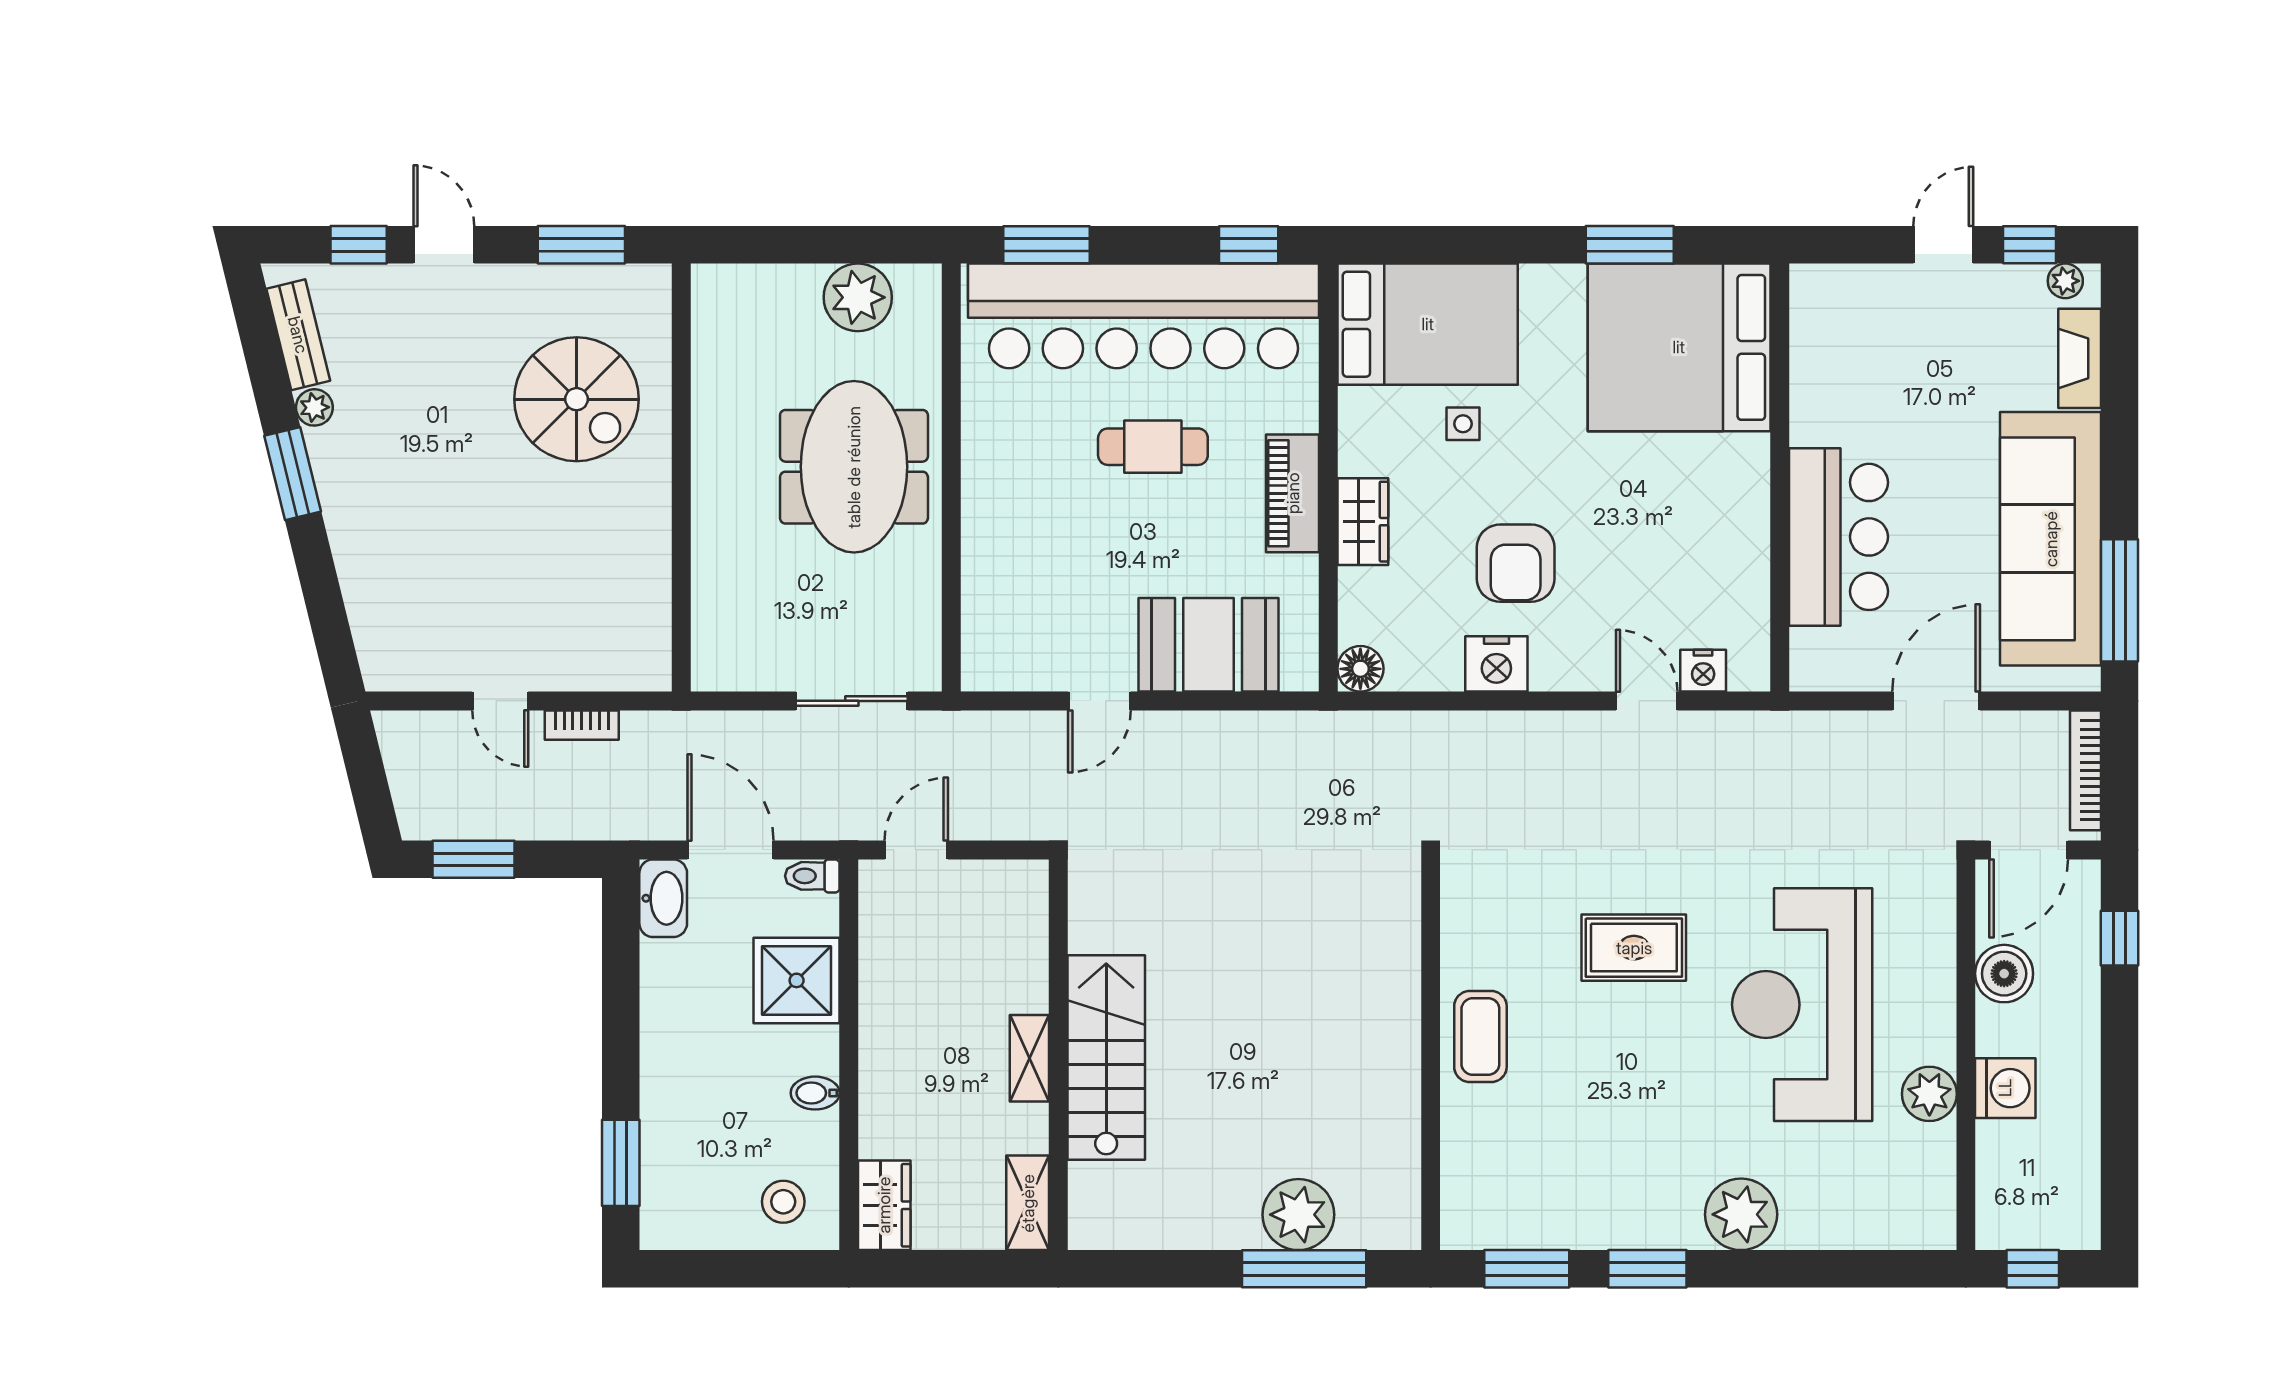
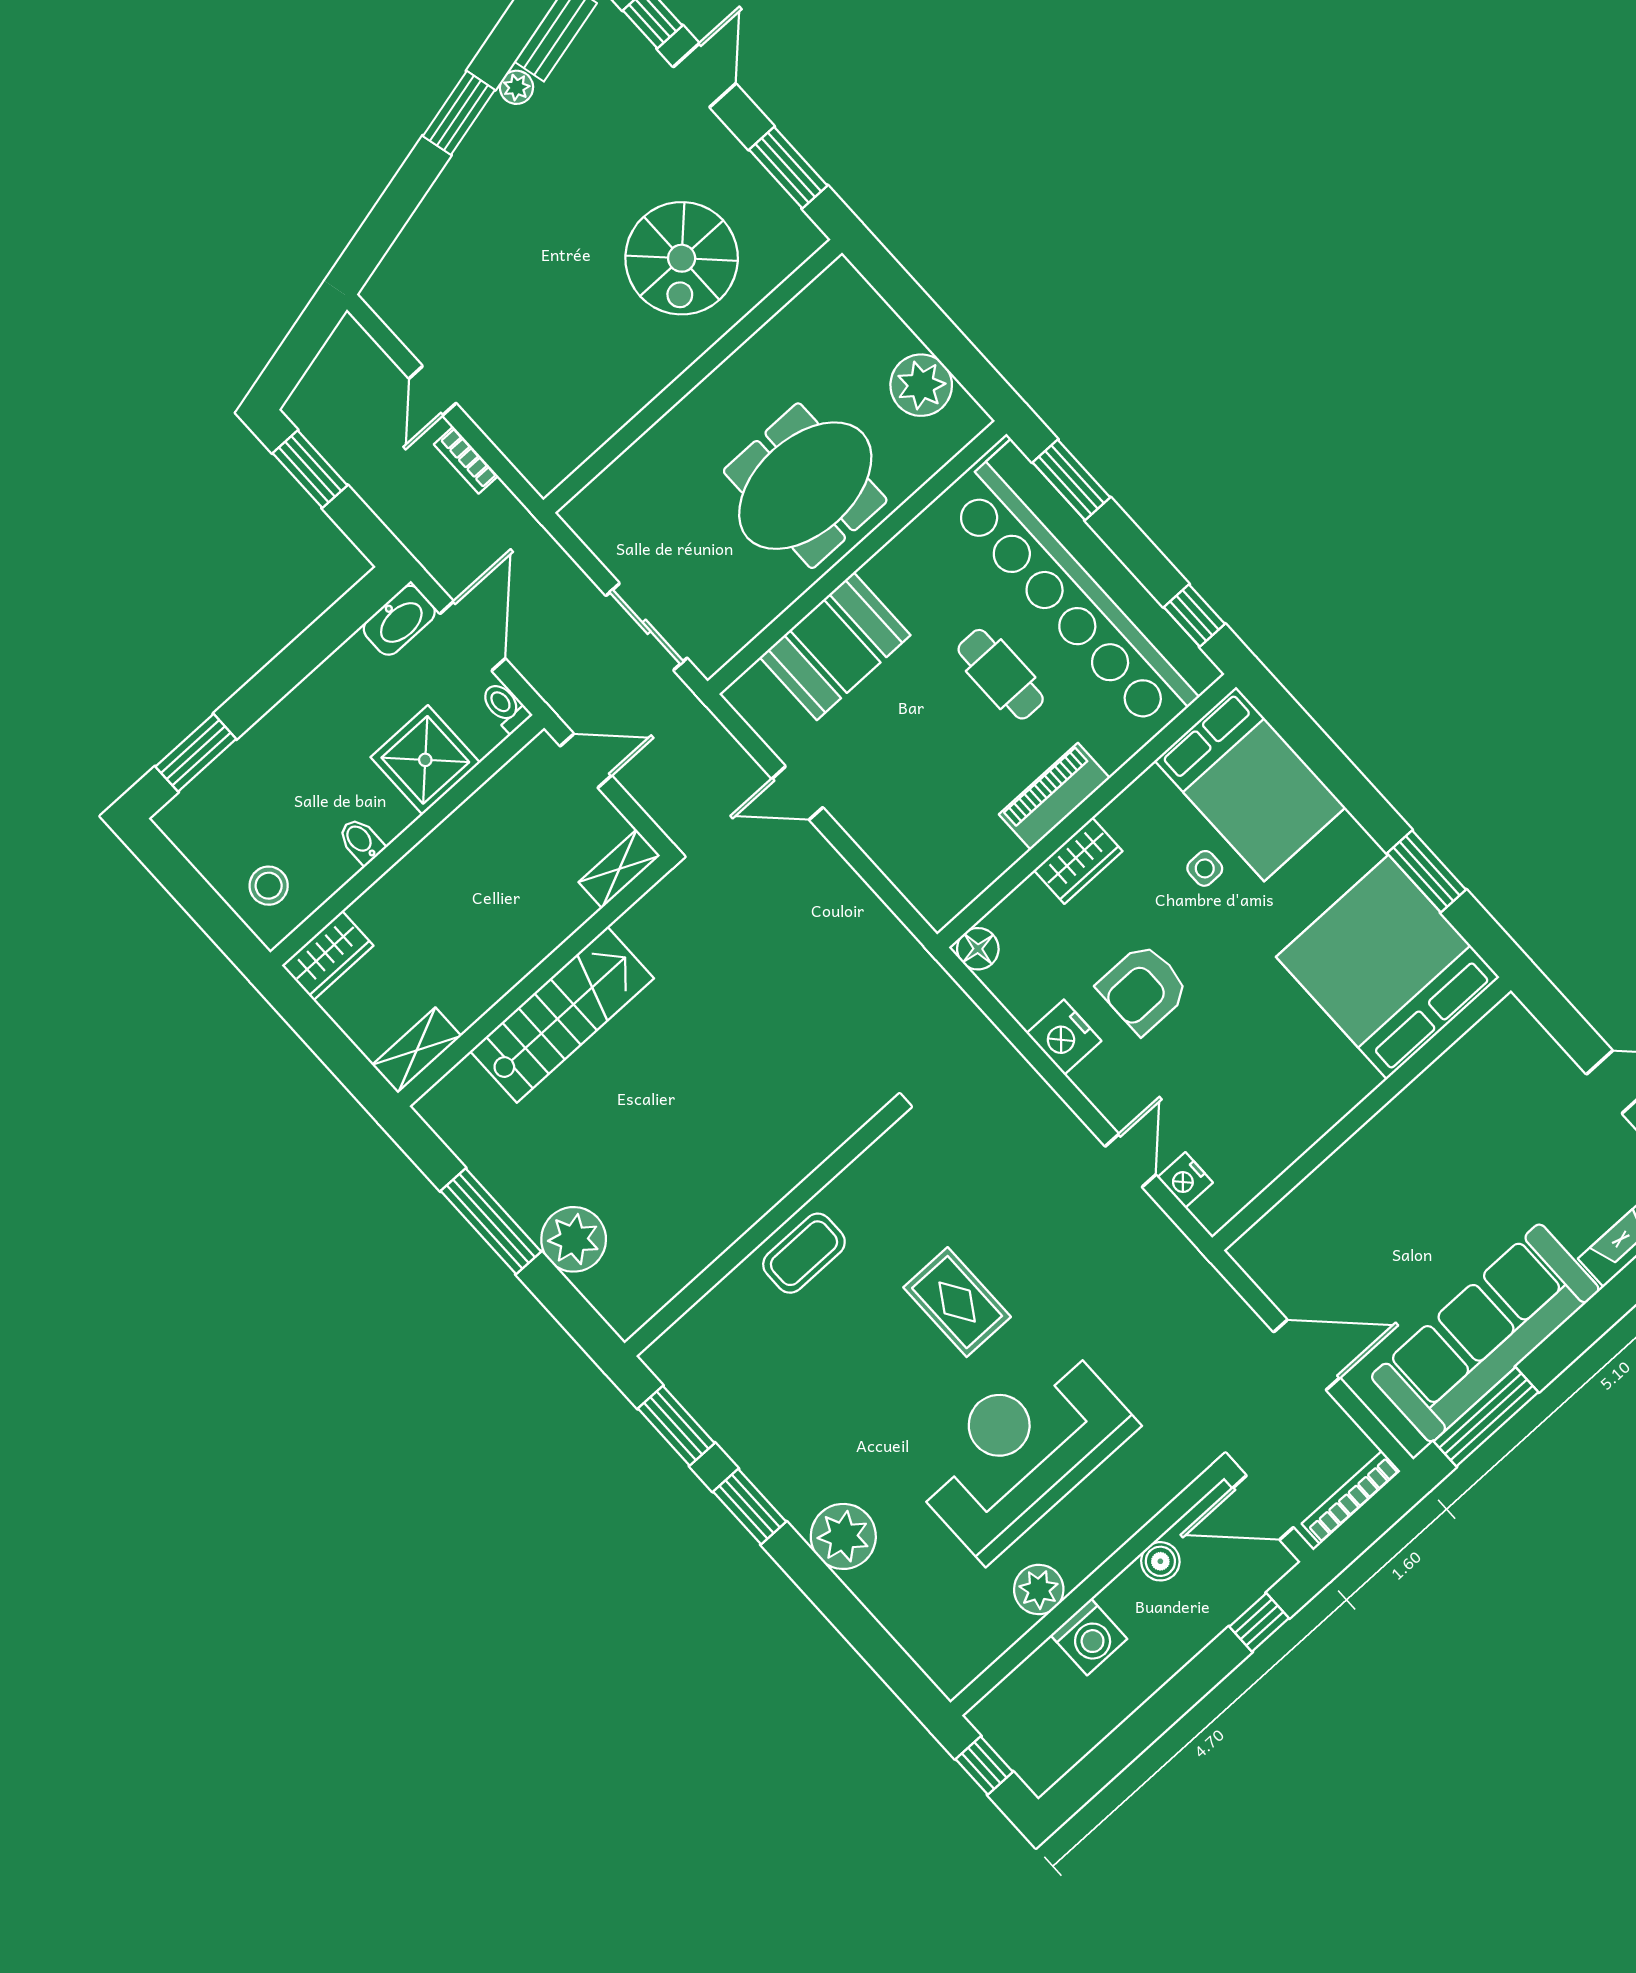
bar counter: (1838, 537) -> (1357, 1189), removed
booth: (1209, 645) -> (835, 646), moved, turned 90
boiler: (2004, 974) -> (1160, 1561), width x0.73, depth x0.73
shelving: (1029, 1058) -> (619, 869), moved
window: (1304, 1269) -> (491, 1221), moved

